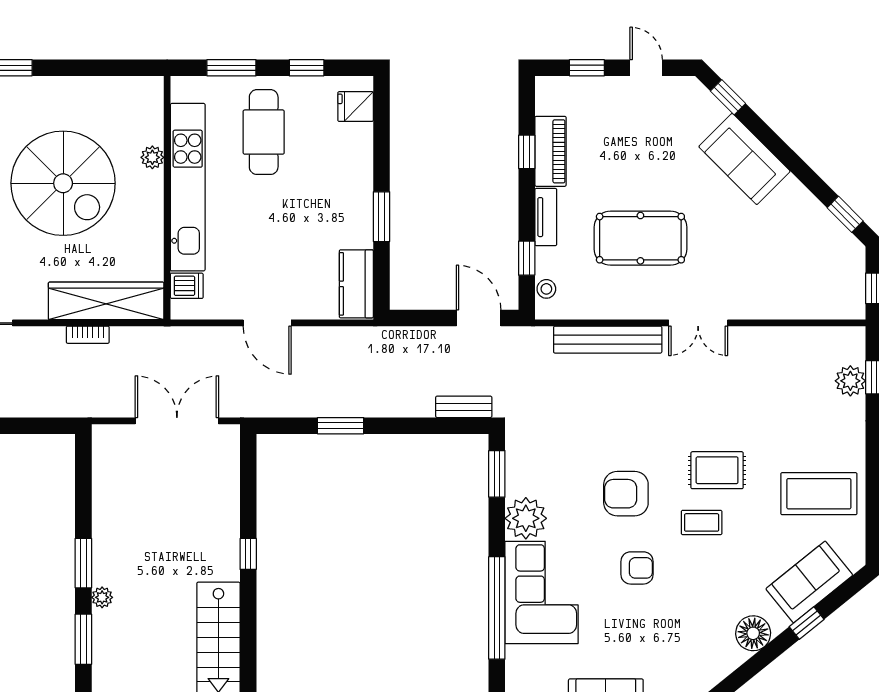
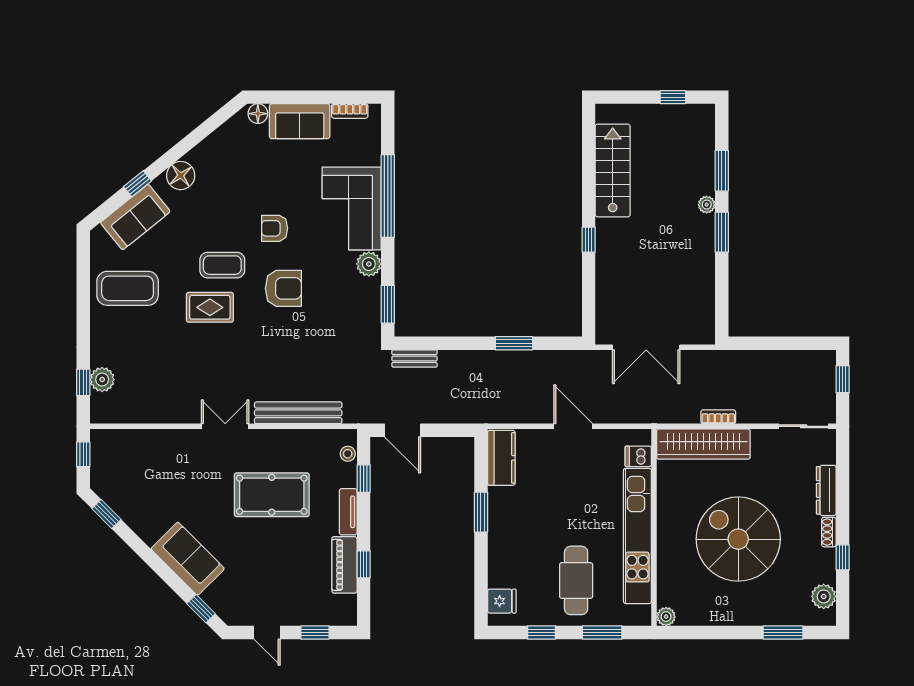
plant: (152, 157) -> (666, 617), moved
plant: (526, 518) -> (369, 264), width x0.73, depth x0.73
coffee table: (702, 522) -> (222, 265), width x1.36, depth x1.30

